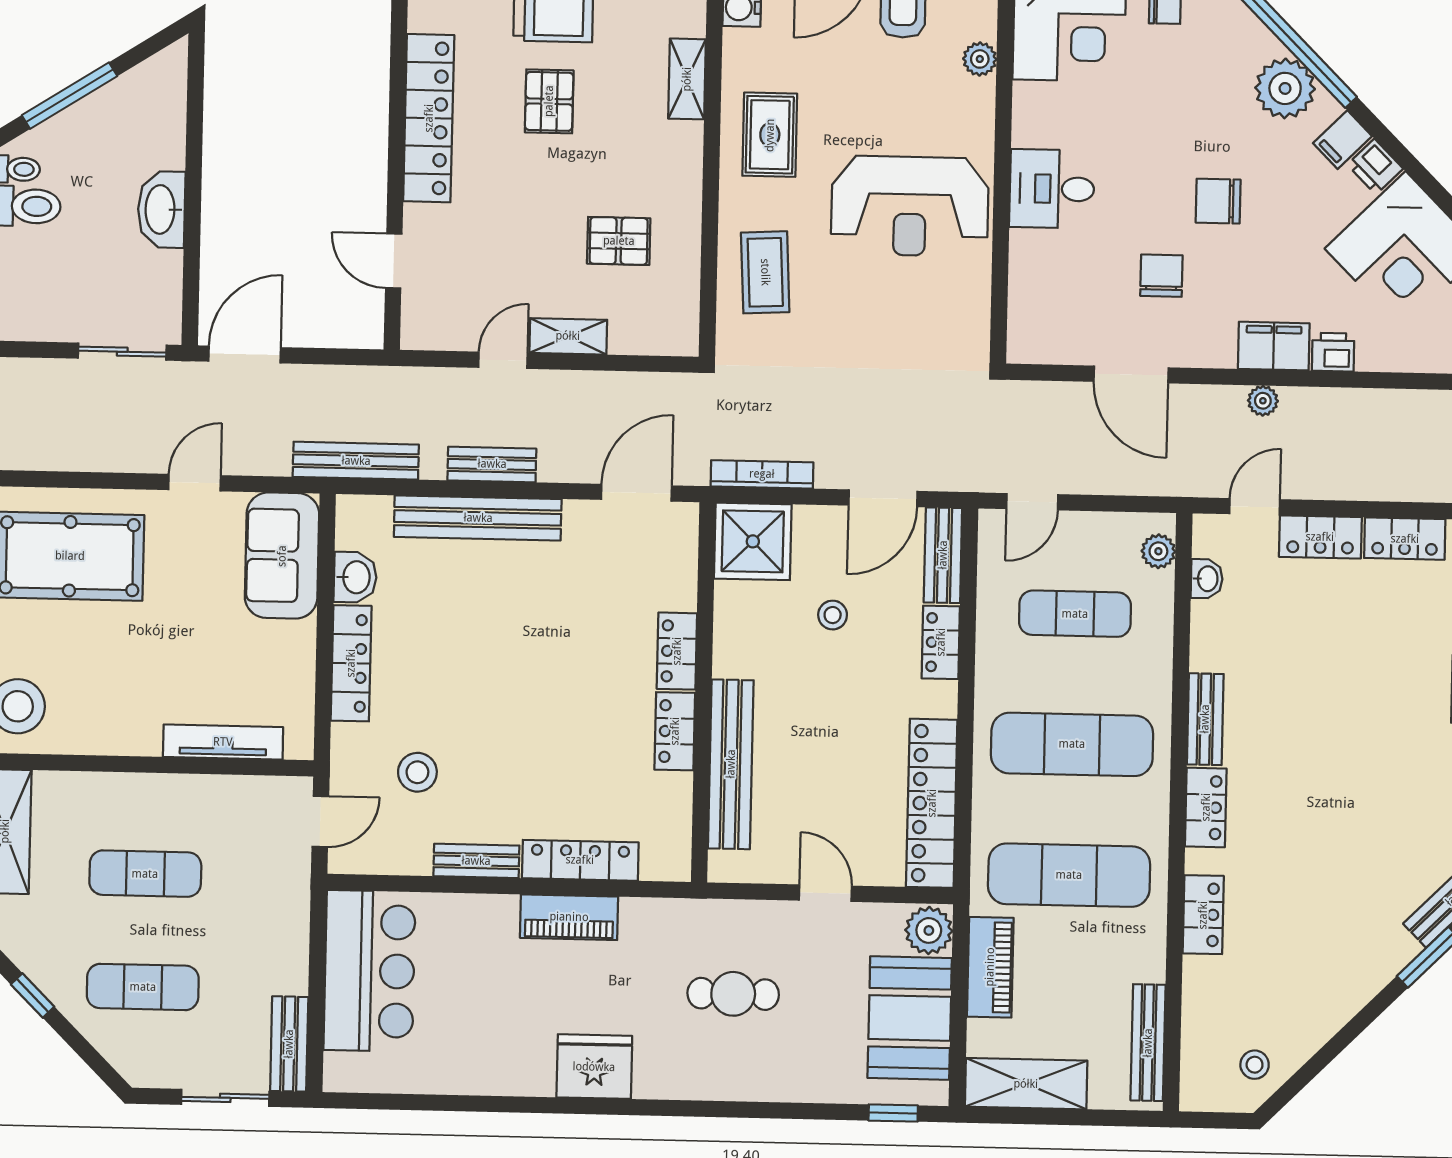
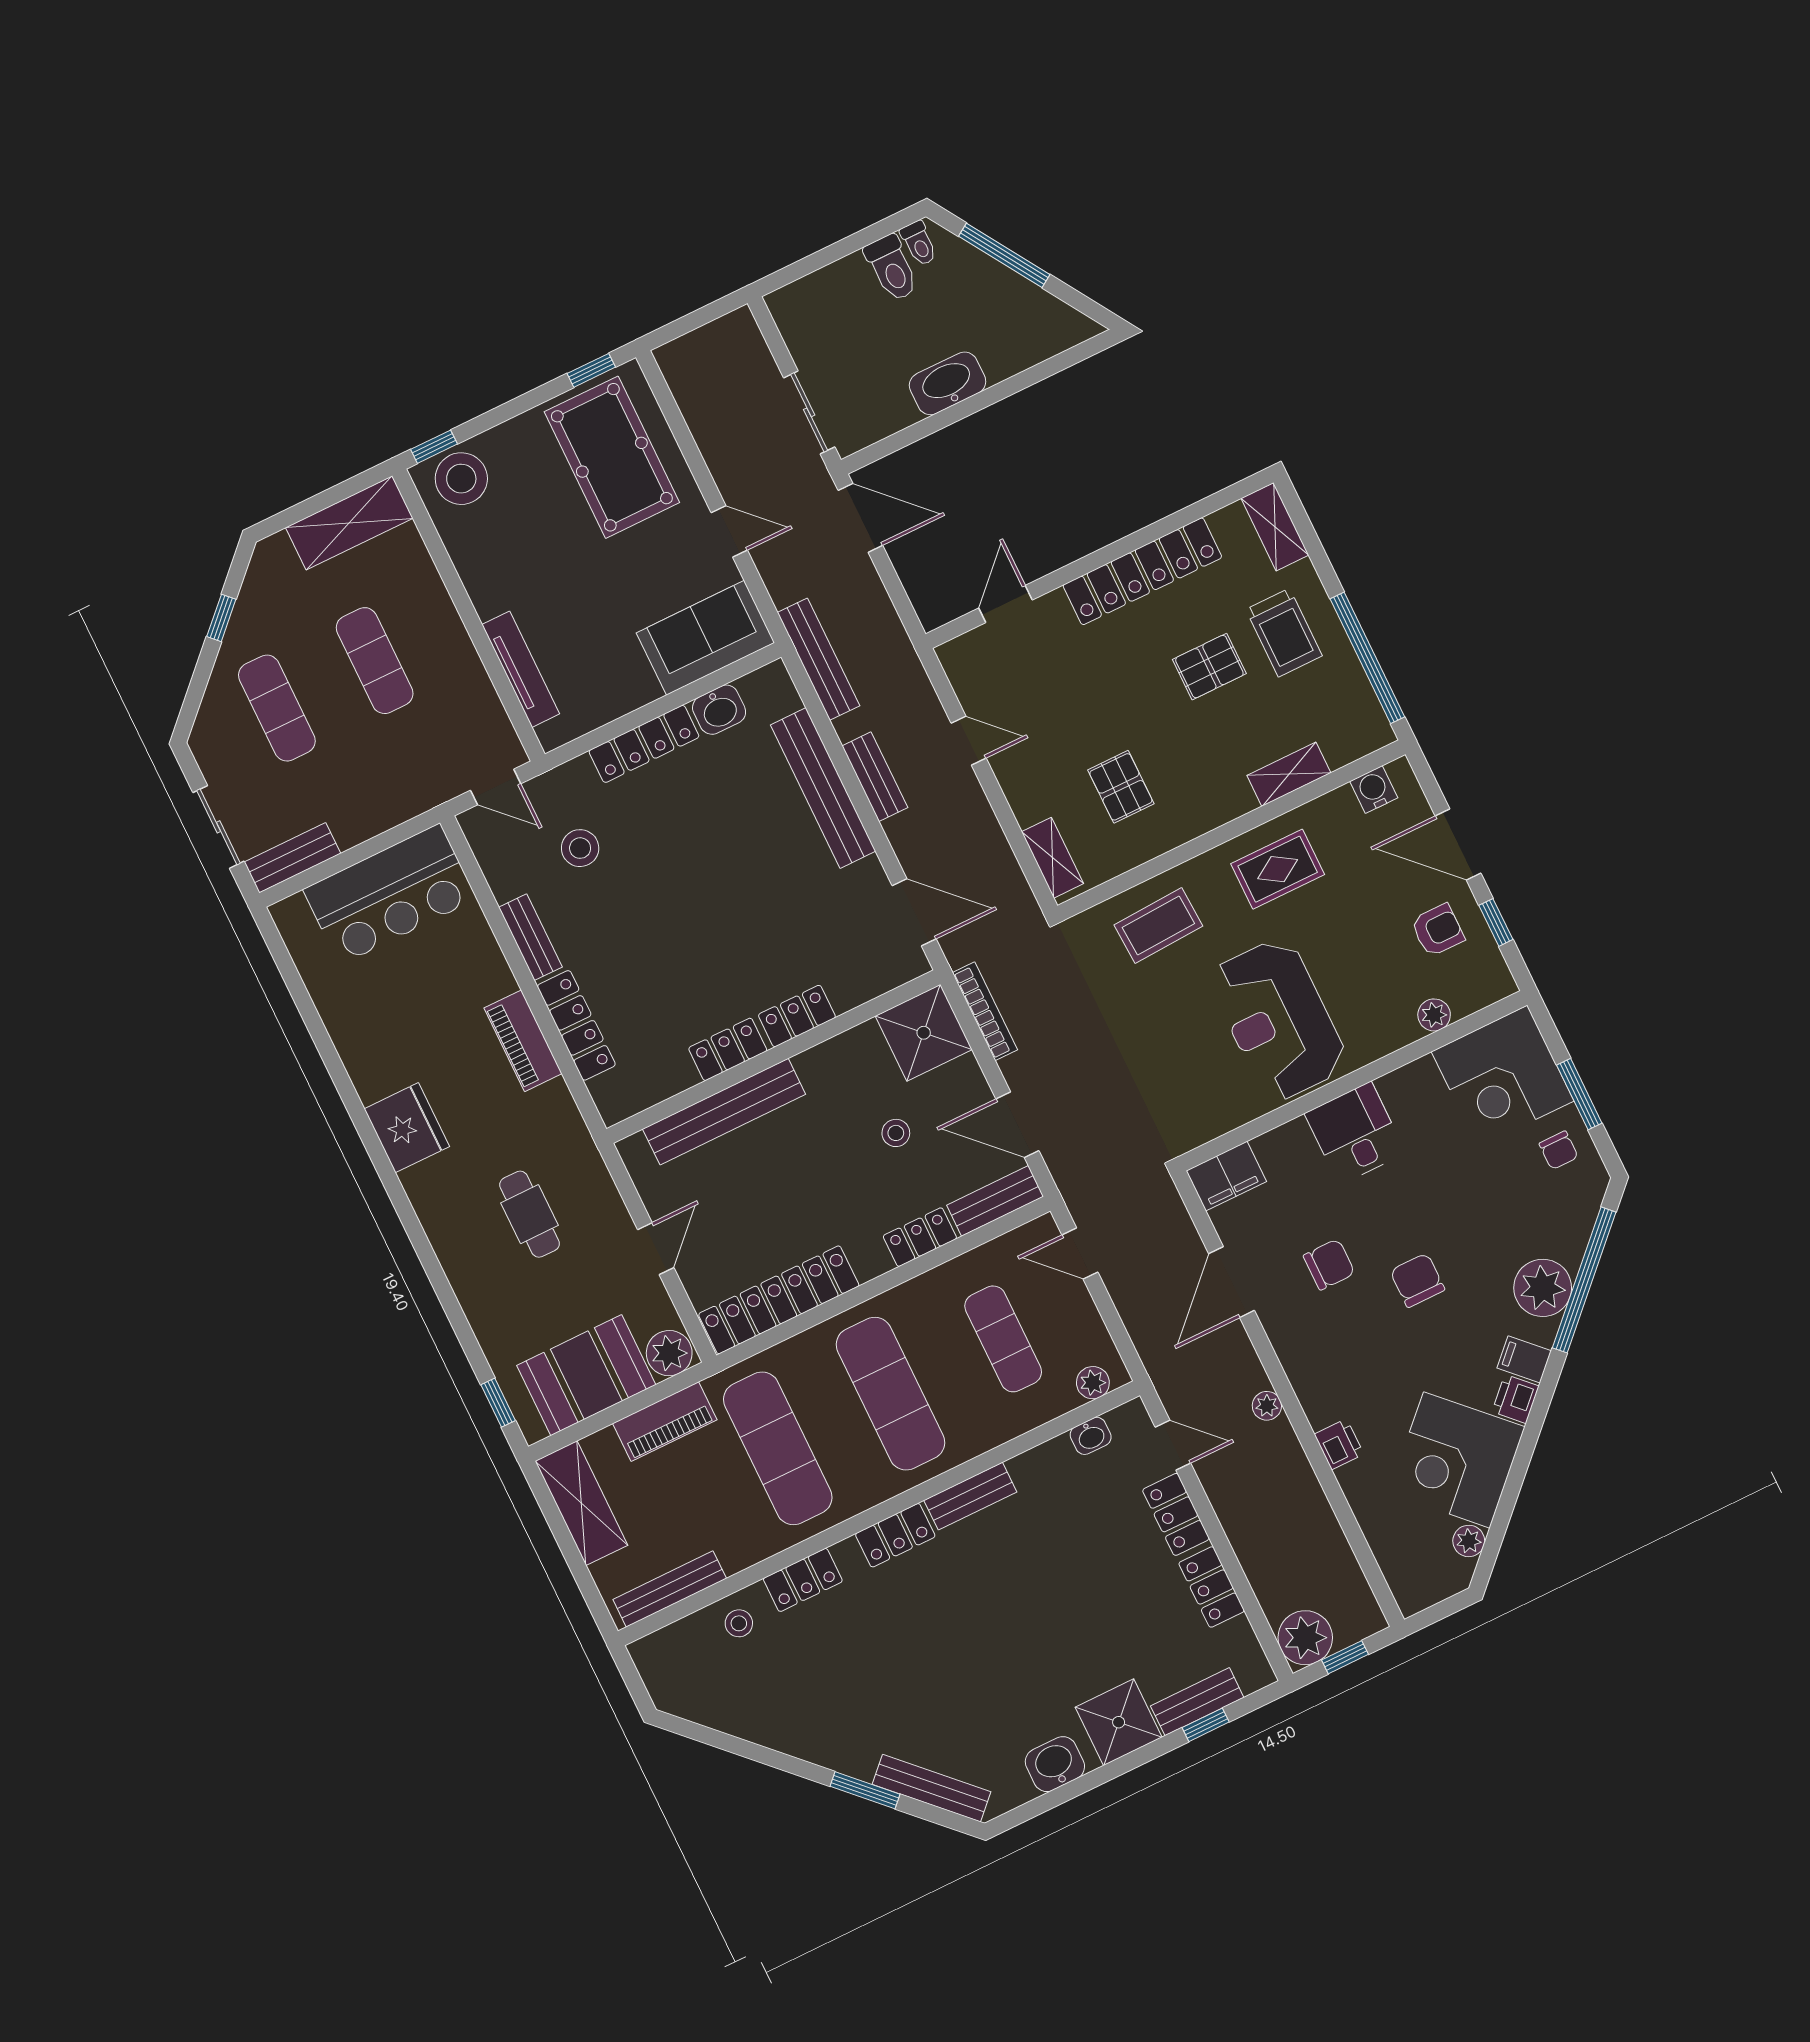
shelving: (568, 336) -> (1053, 858), moved
filing cabinet: (1274, 346) -> (1226, 1176), moved, turned 90
stool: (1255, 1065) -> (739, 1623), moved

